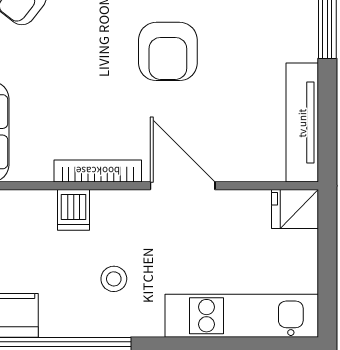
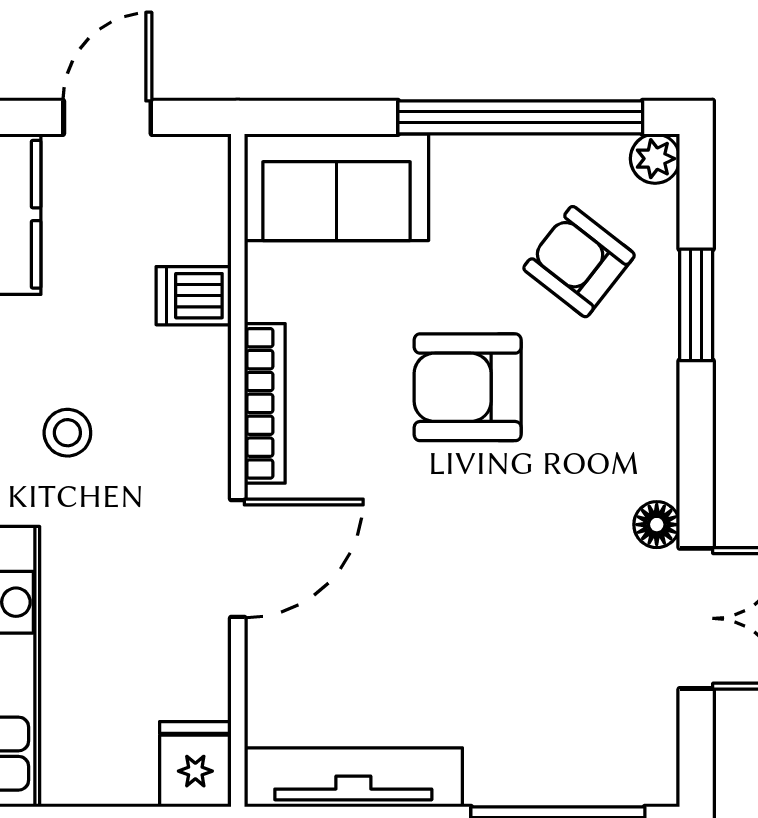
armchair: (168, 51) -> (468, 387), moved
dishwasher: (74, 210) -> (194, 296), moved

